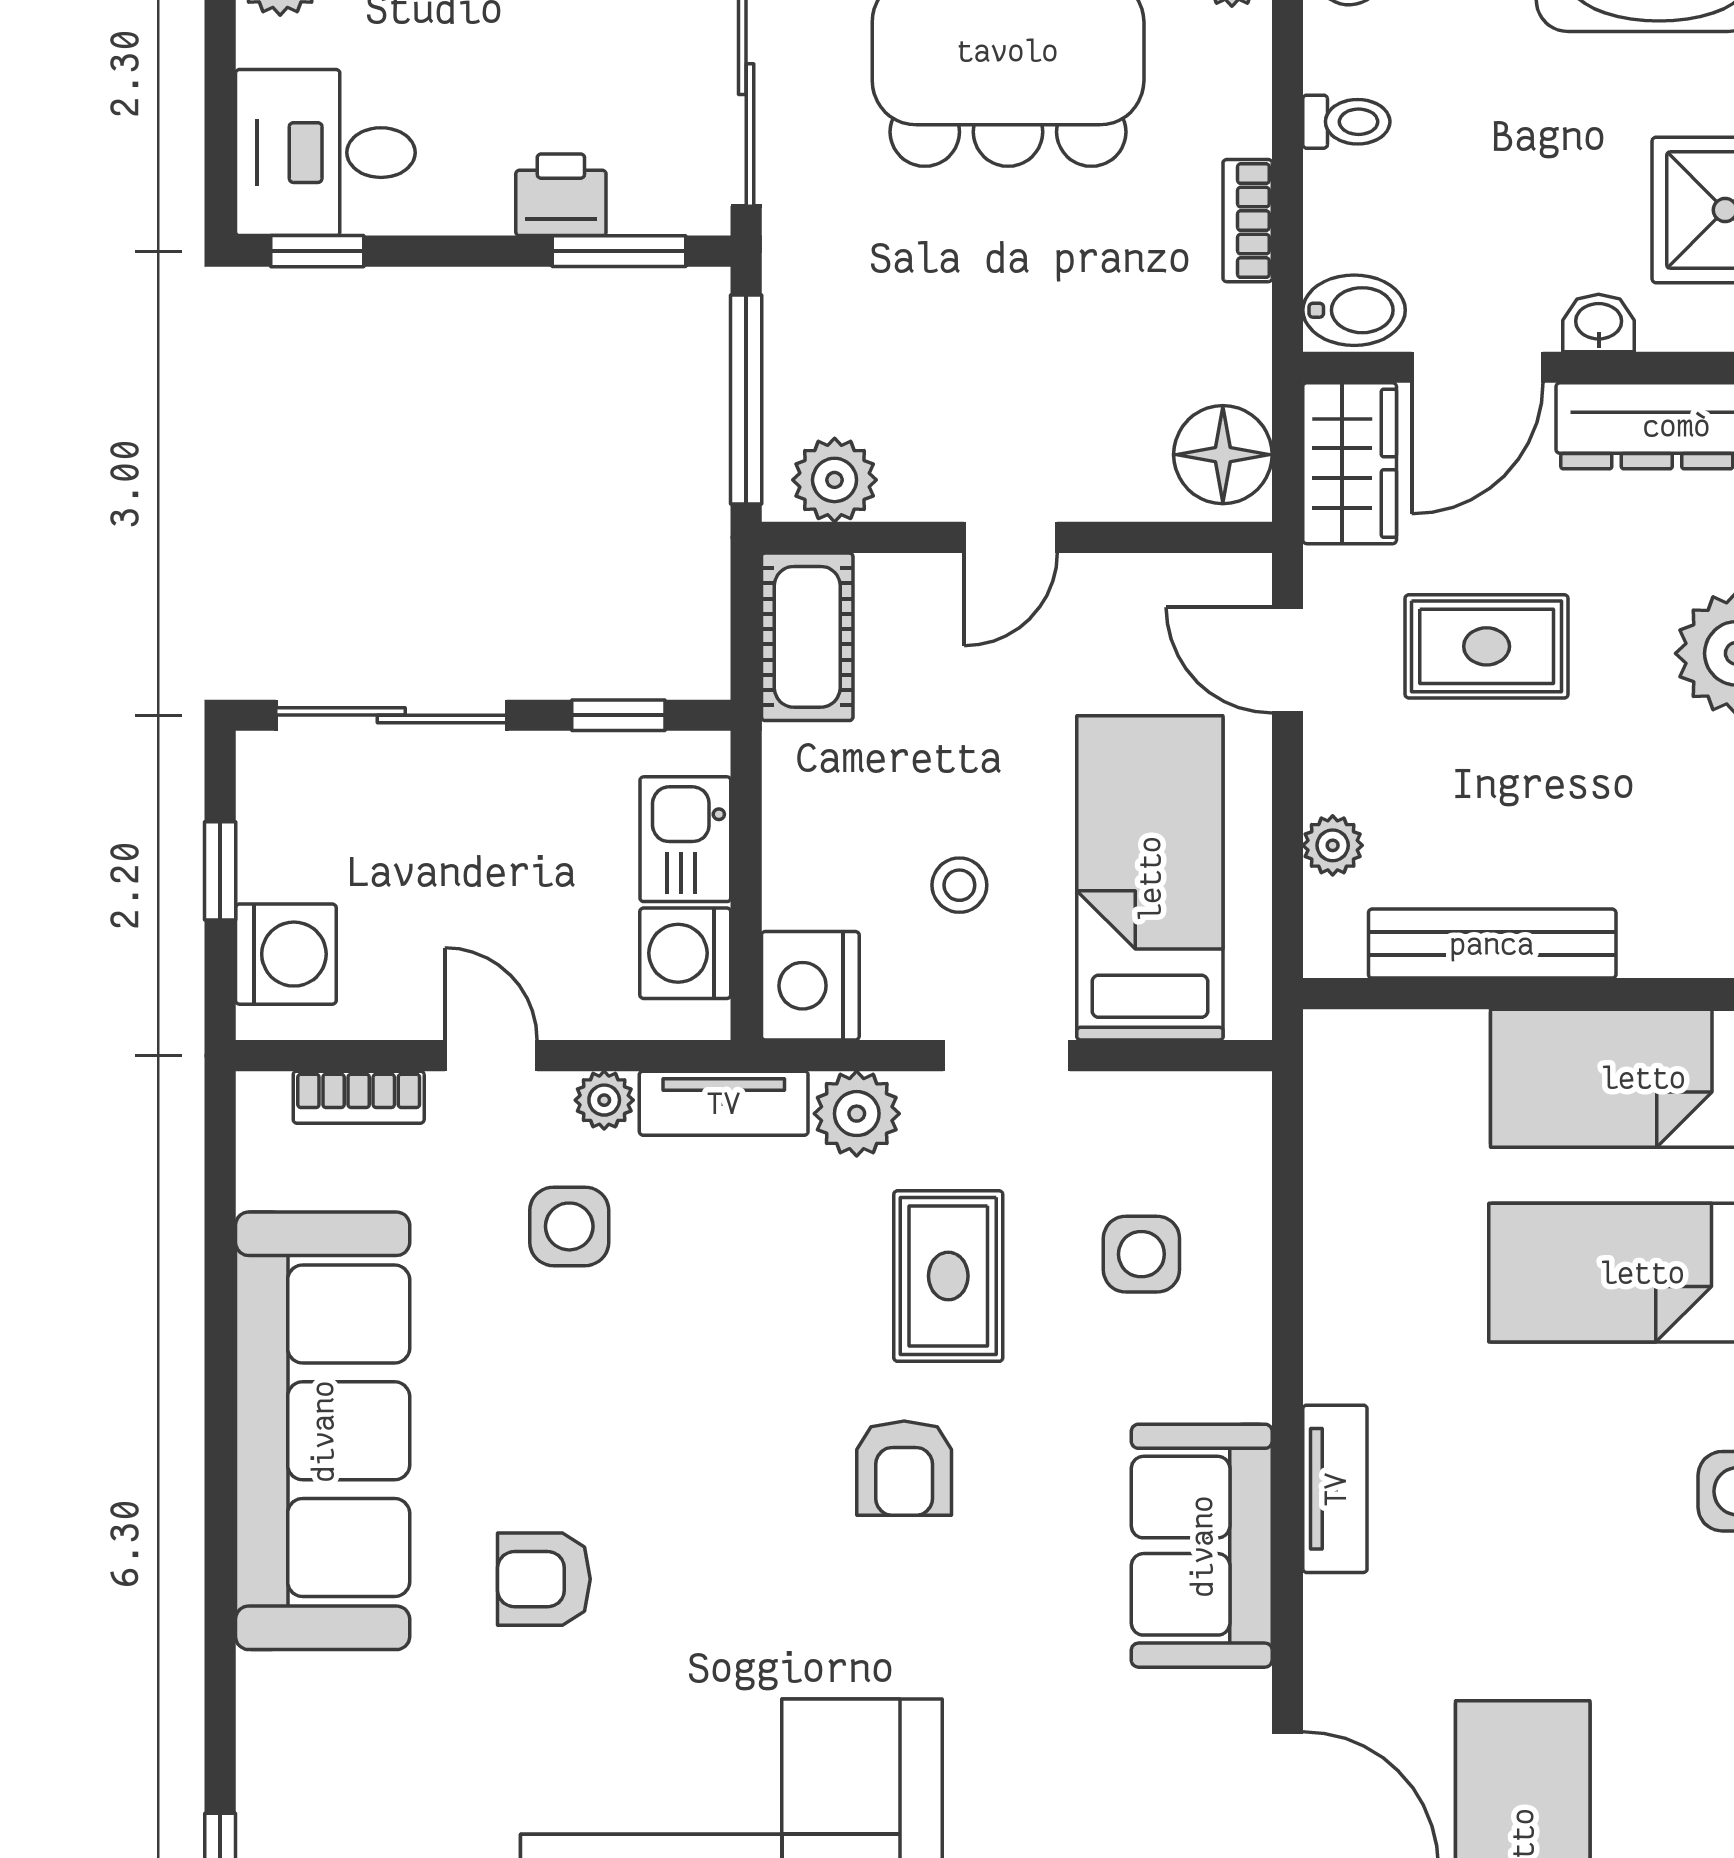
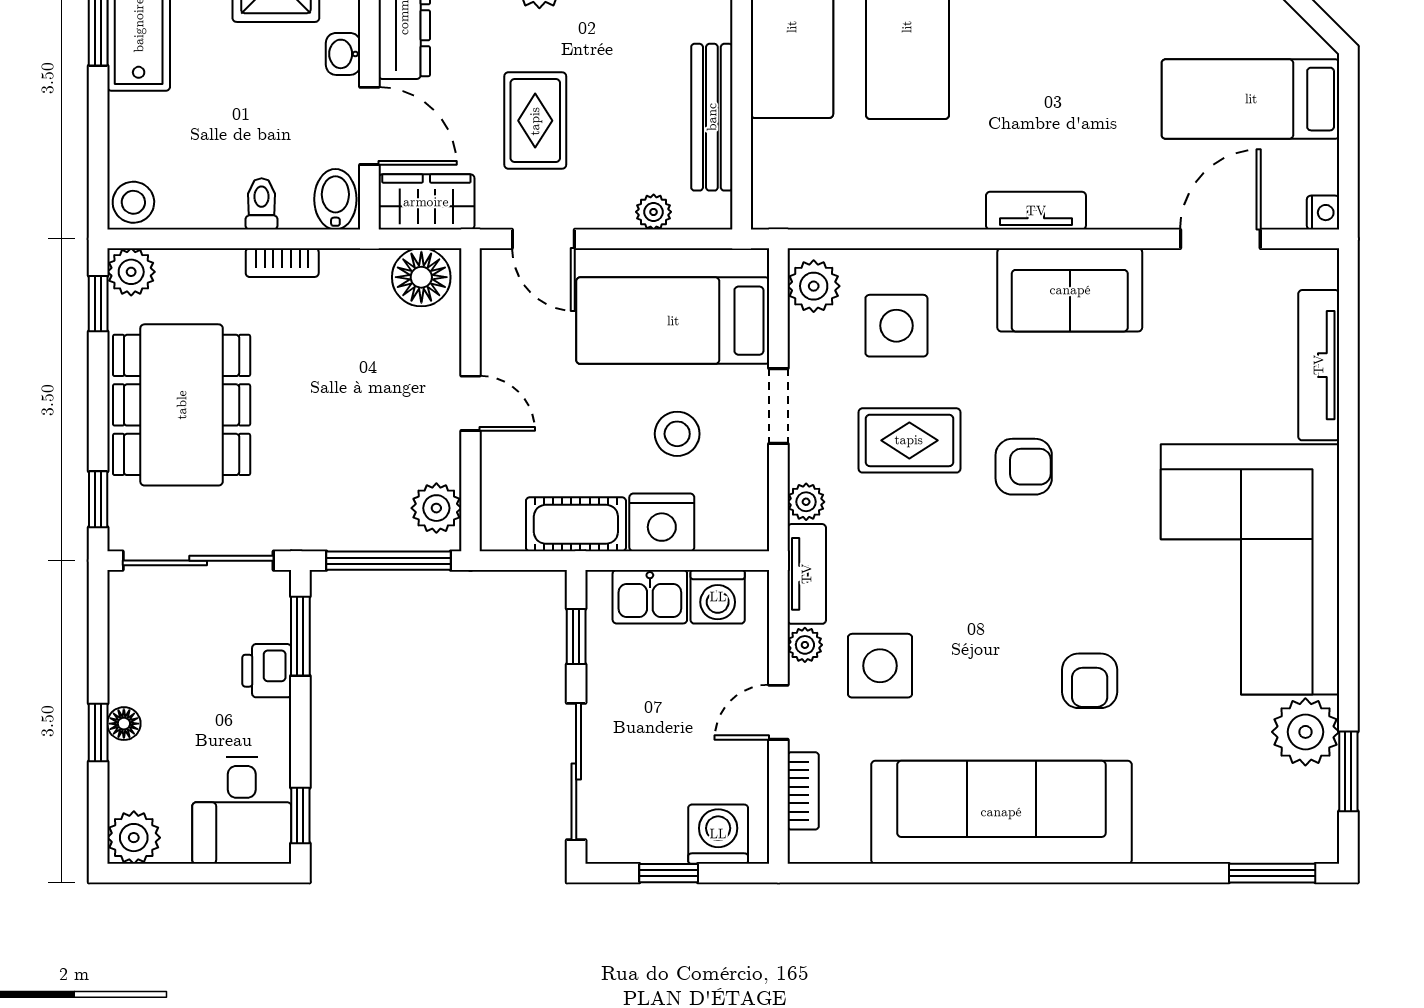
toilet: (1346, 122) -> (262, 204), moved
cot: (807, 637) -> (576, 524), moved
door: (1287, 660) -> (543, 239), hinge flipped
stool: (959, 885) -> (677, 434), width x1.37, depth x1.37
nightstand: (810, 986) -> (662, 522), moved
plant: (857, 1114) -> (806, 502), width x0.73, depth x0.73
plant: (1208, 1115) -> (814, 286), added
side table: (569, 1226) -> (880, 666), width x1.37, depth x1.37
side table: (1141, 1254) -> (896, 326), width x1.37, depth x1.37

